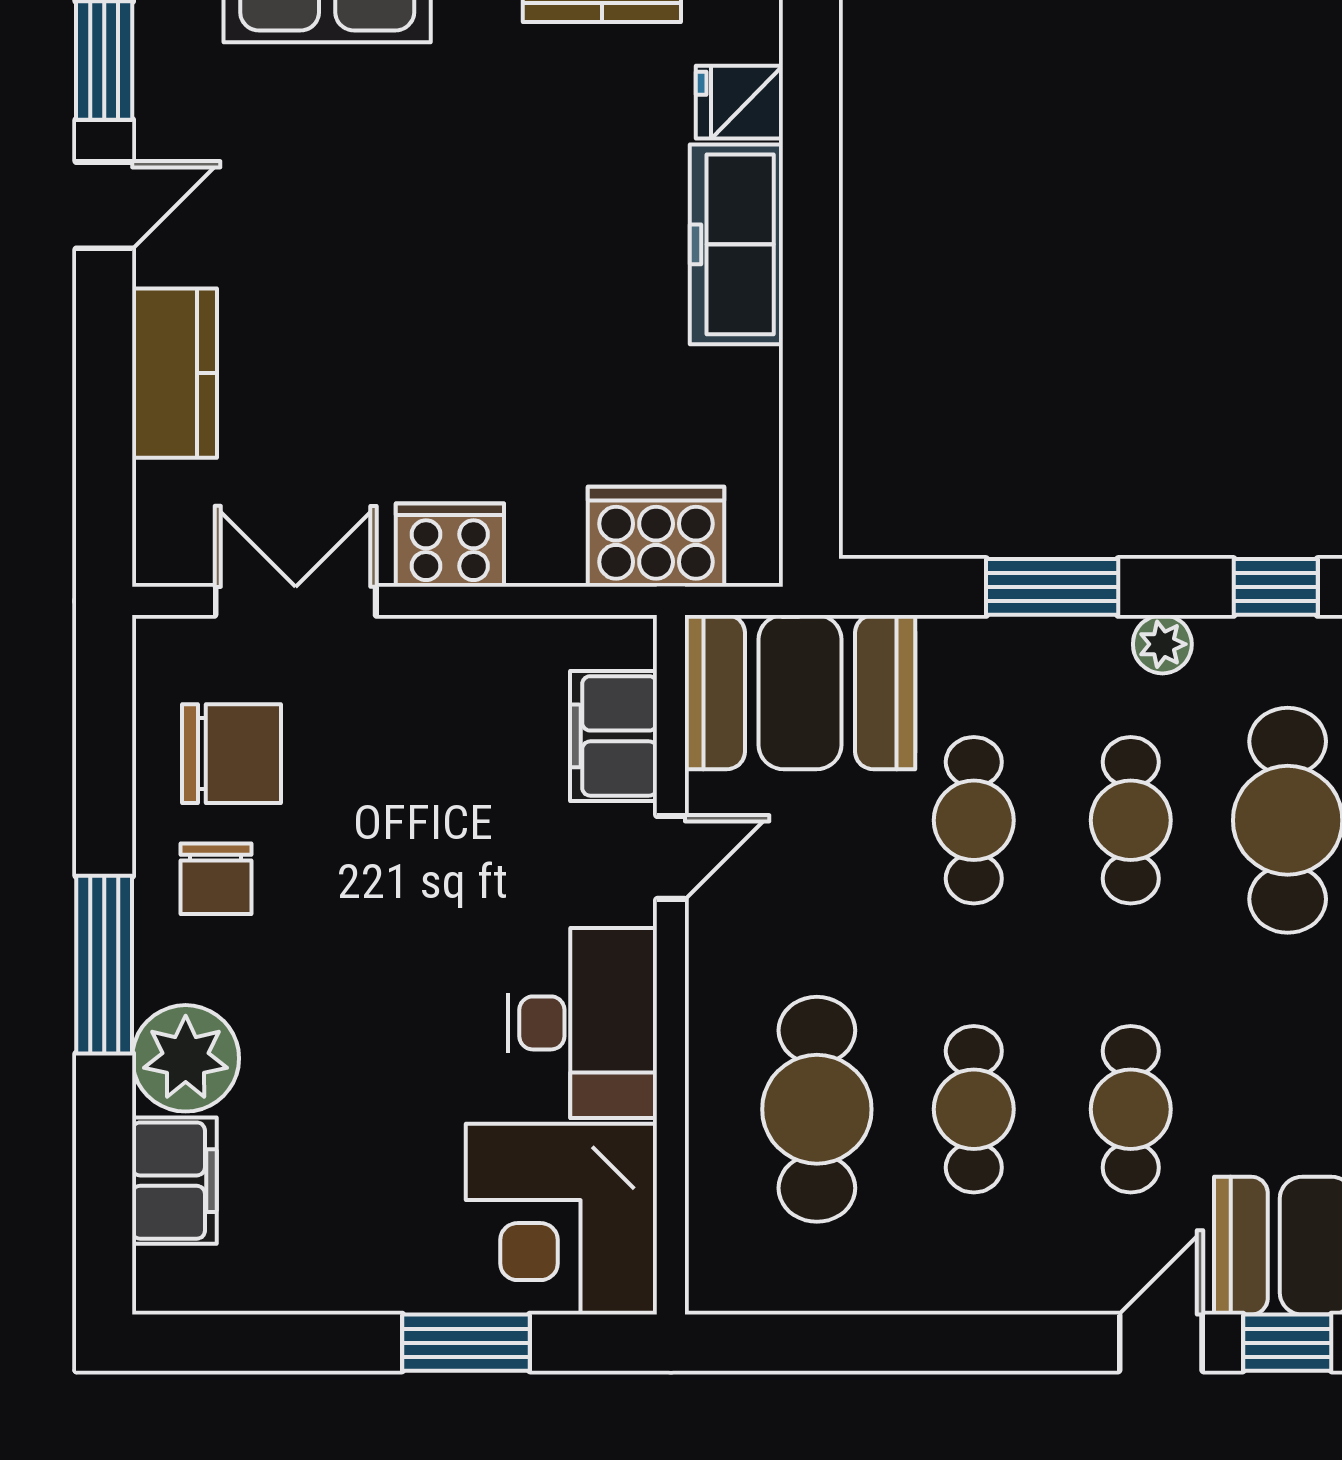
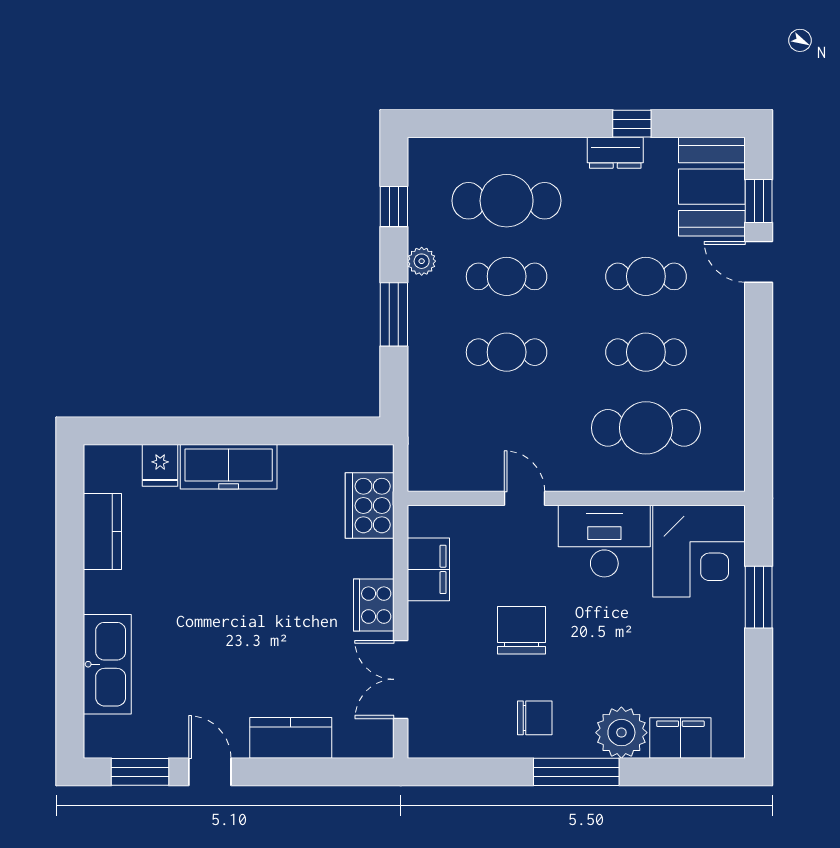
booth: (800, 692) -> (445, 436), removed
filing cabinet: (614, 736) -> (428, 569), moved, turned -90
chair: (232, 754) -> (522, 630), moved

